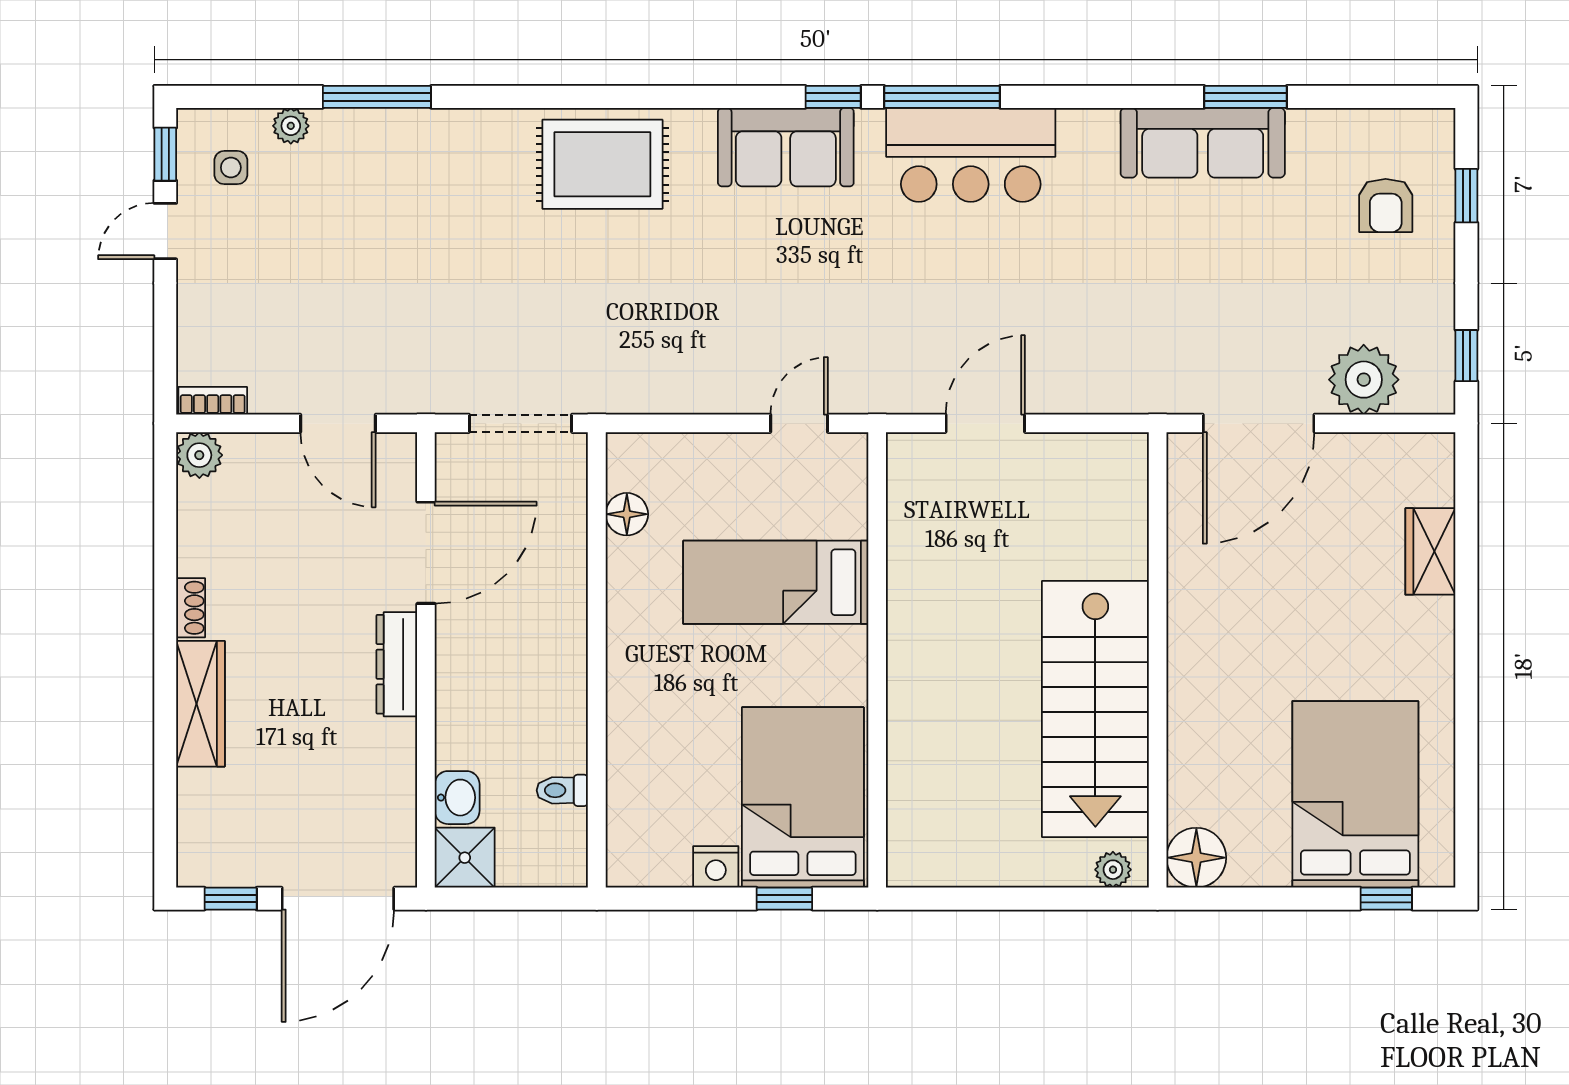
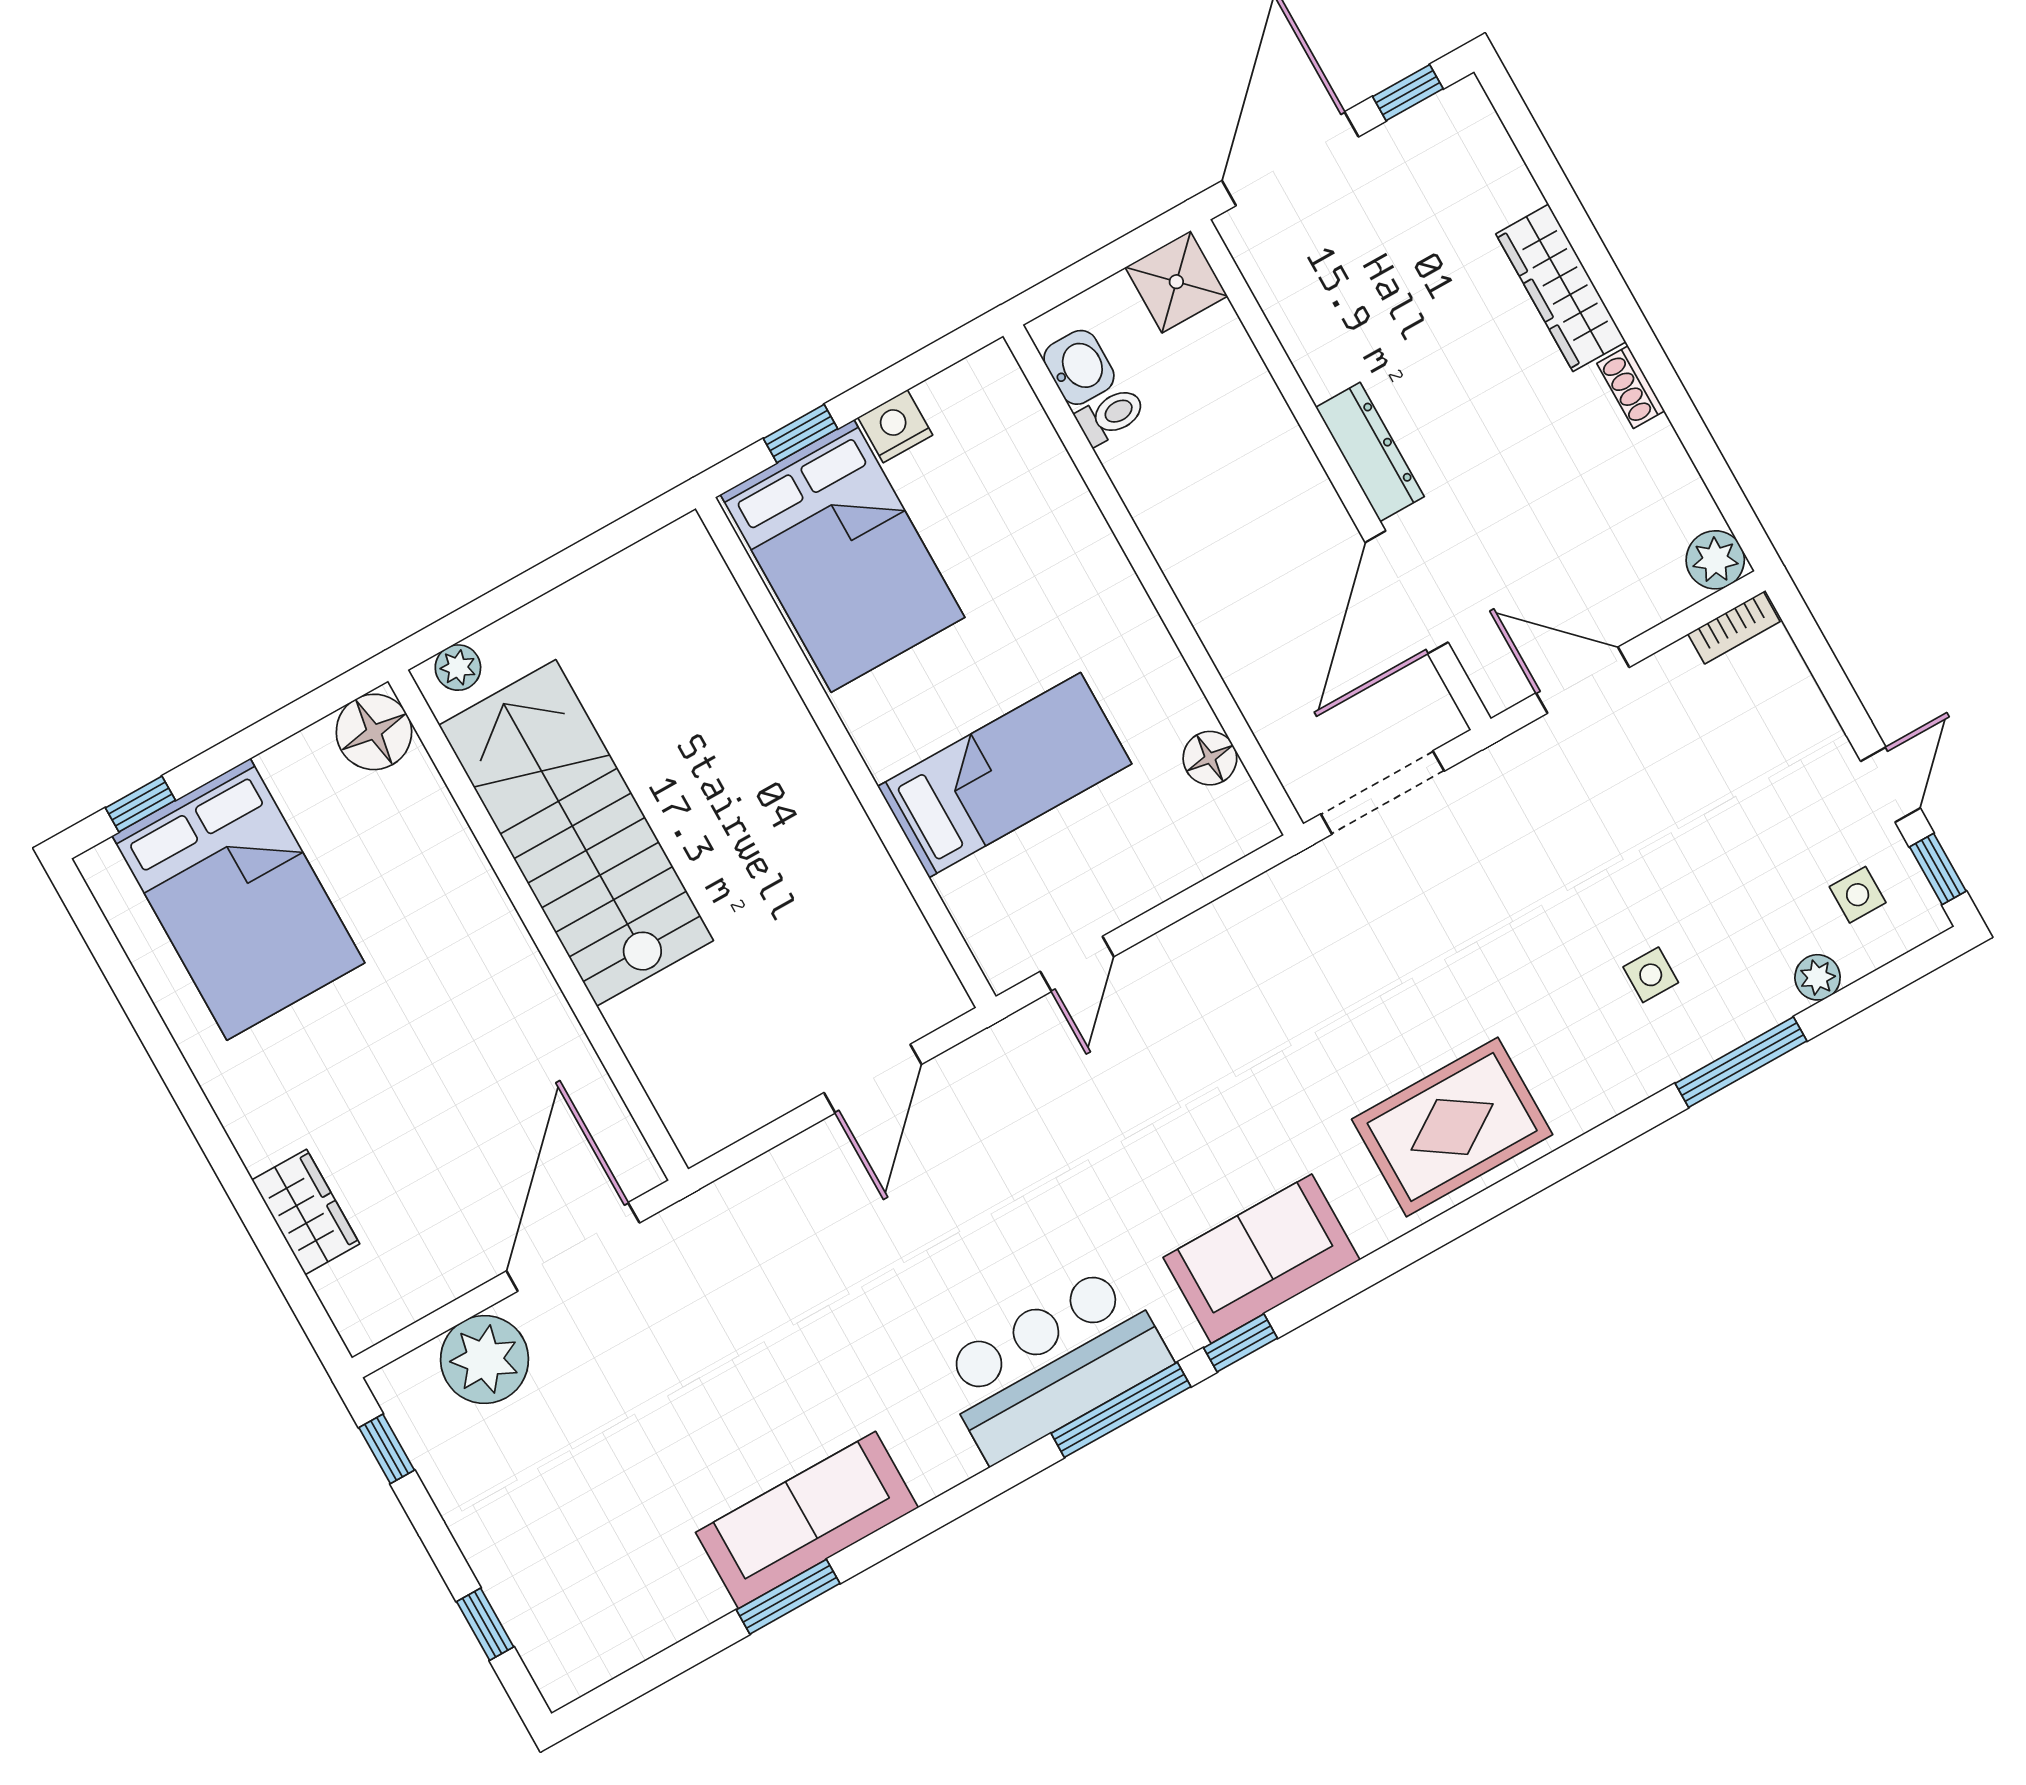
side table: (405, 192) -> (1651, 975), added
armchair: (1386, 205) -> (568, 1564), removed
washbasin: (457, 798) -> (1079, 367), moved, turned 180

